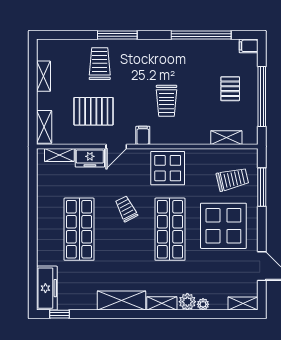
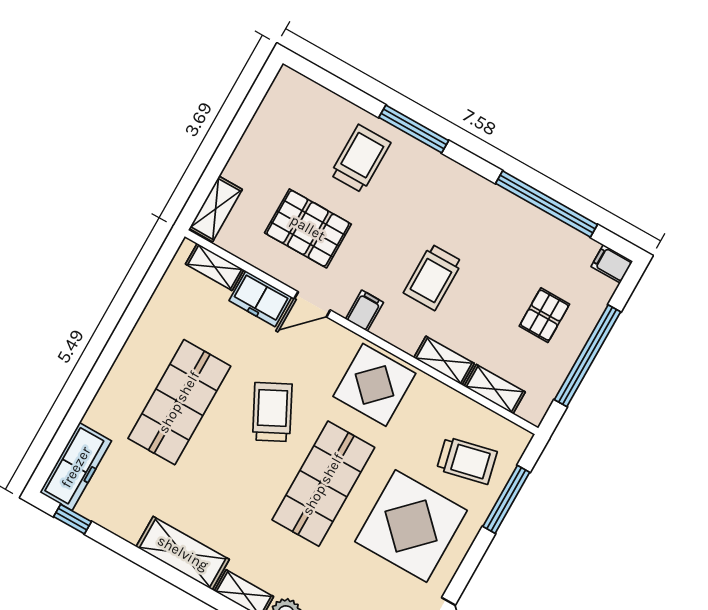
shelving: (43, 76) -> (444, 361), moved, turned 90
trolley: (126, 209) -> (272, 412), width x1.36, depth x1.39

